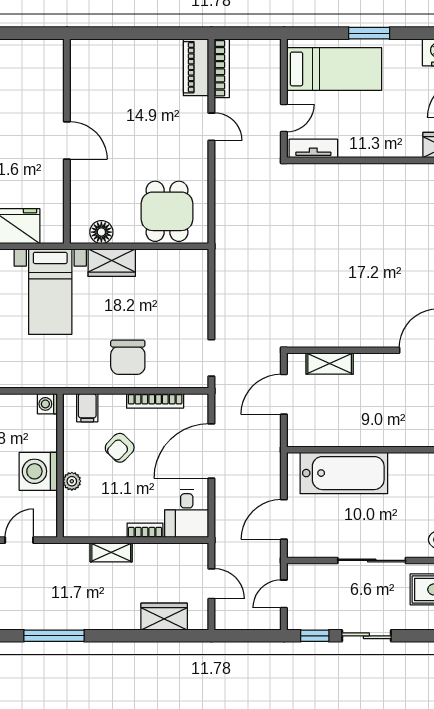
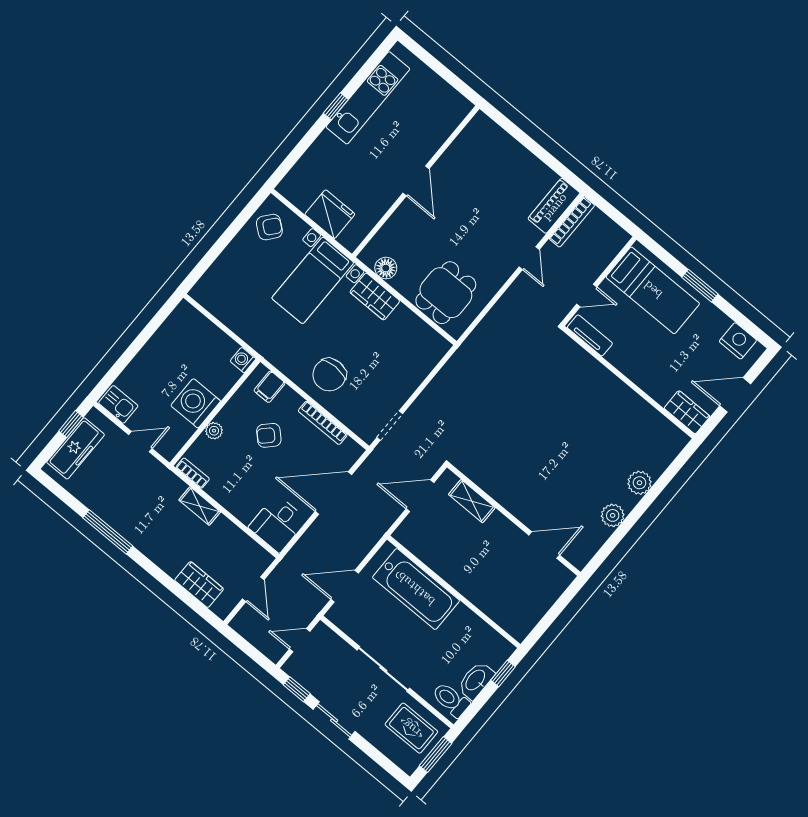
bookcase: (145, 530) -> (193, 473), moved

